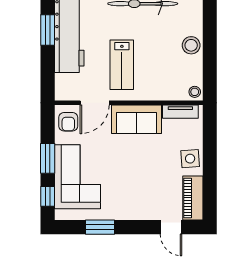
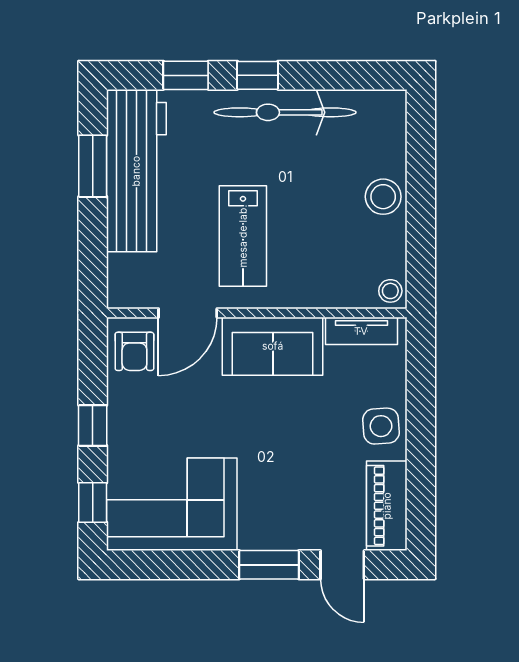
window: (48, 158) -> (93, 425), width x0.67
corner sofa: (78, 177) -> (172, 504), moved, turned -90
window: (100, 227) -> (269, 565), moved

